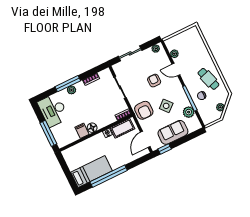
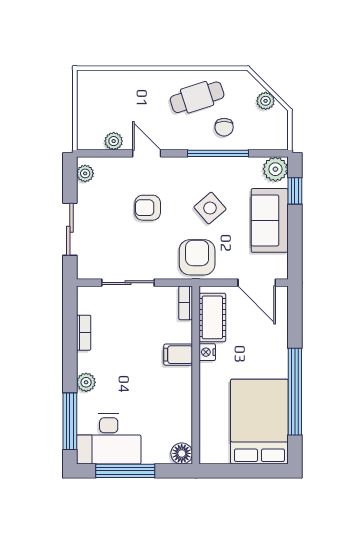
door: (176, 70) -> (147, 153), swing flipped
window: (68, 84) -> (70, 421), moved
armchair: (144, 110) -> (197, 257), turned -90
plant: (189, 112) -> (275, 169), moved
floor lamp: (92, 128) -> (182, 453), moved
filing cabinet: (82, 131) -> (178, 355), moved
window: (48, 133) -> (125, 471), moved
window: (165, 149) -> (295, 191), moved
bed: (92, 172) -> (259, 422), width x1.50

